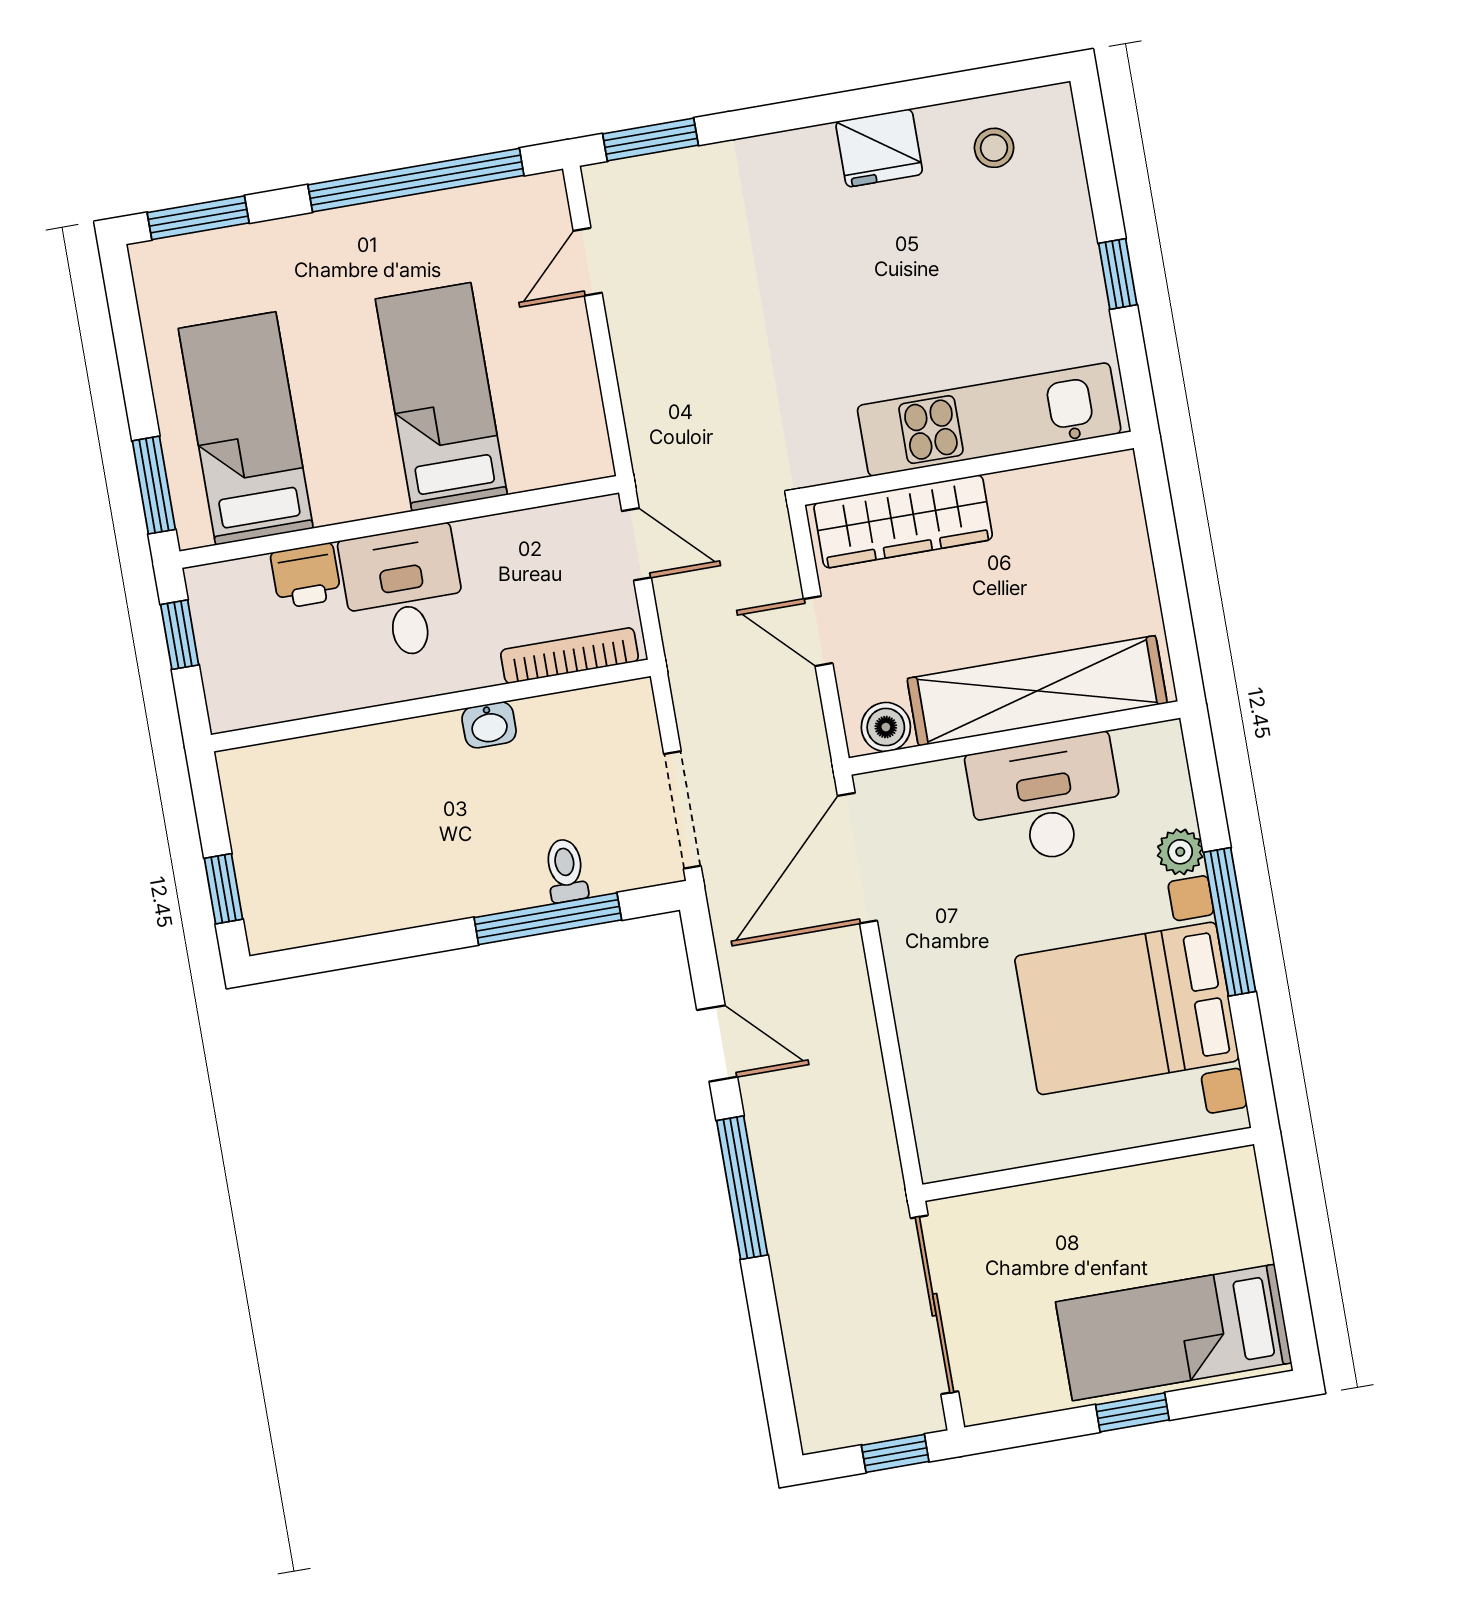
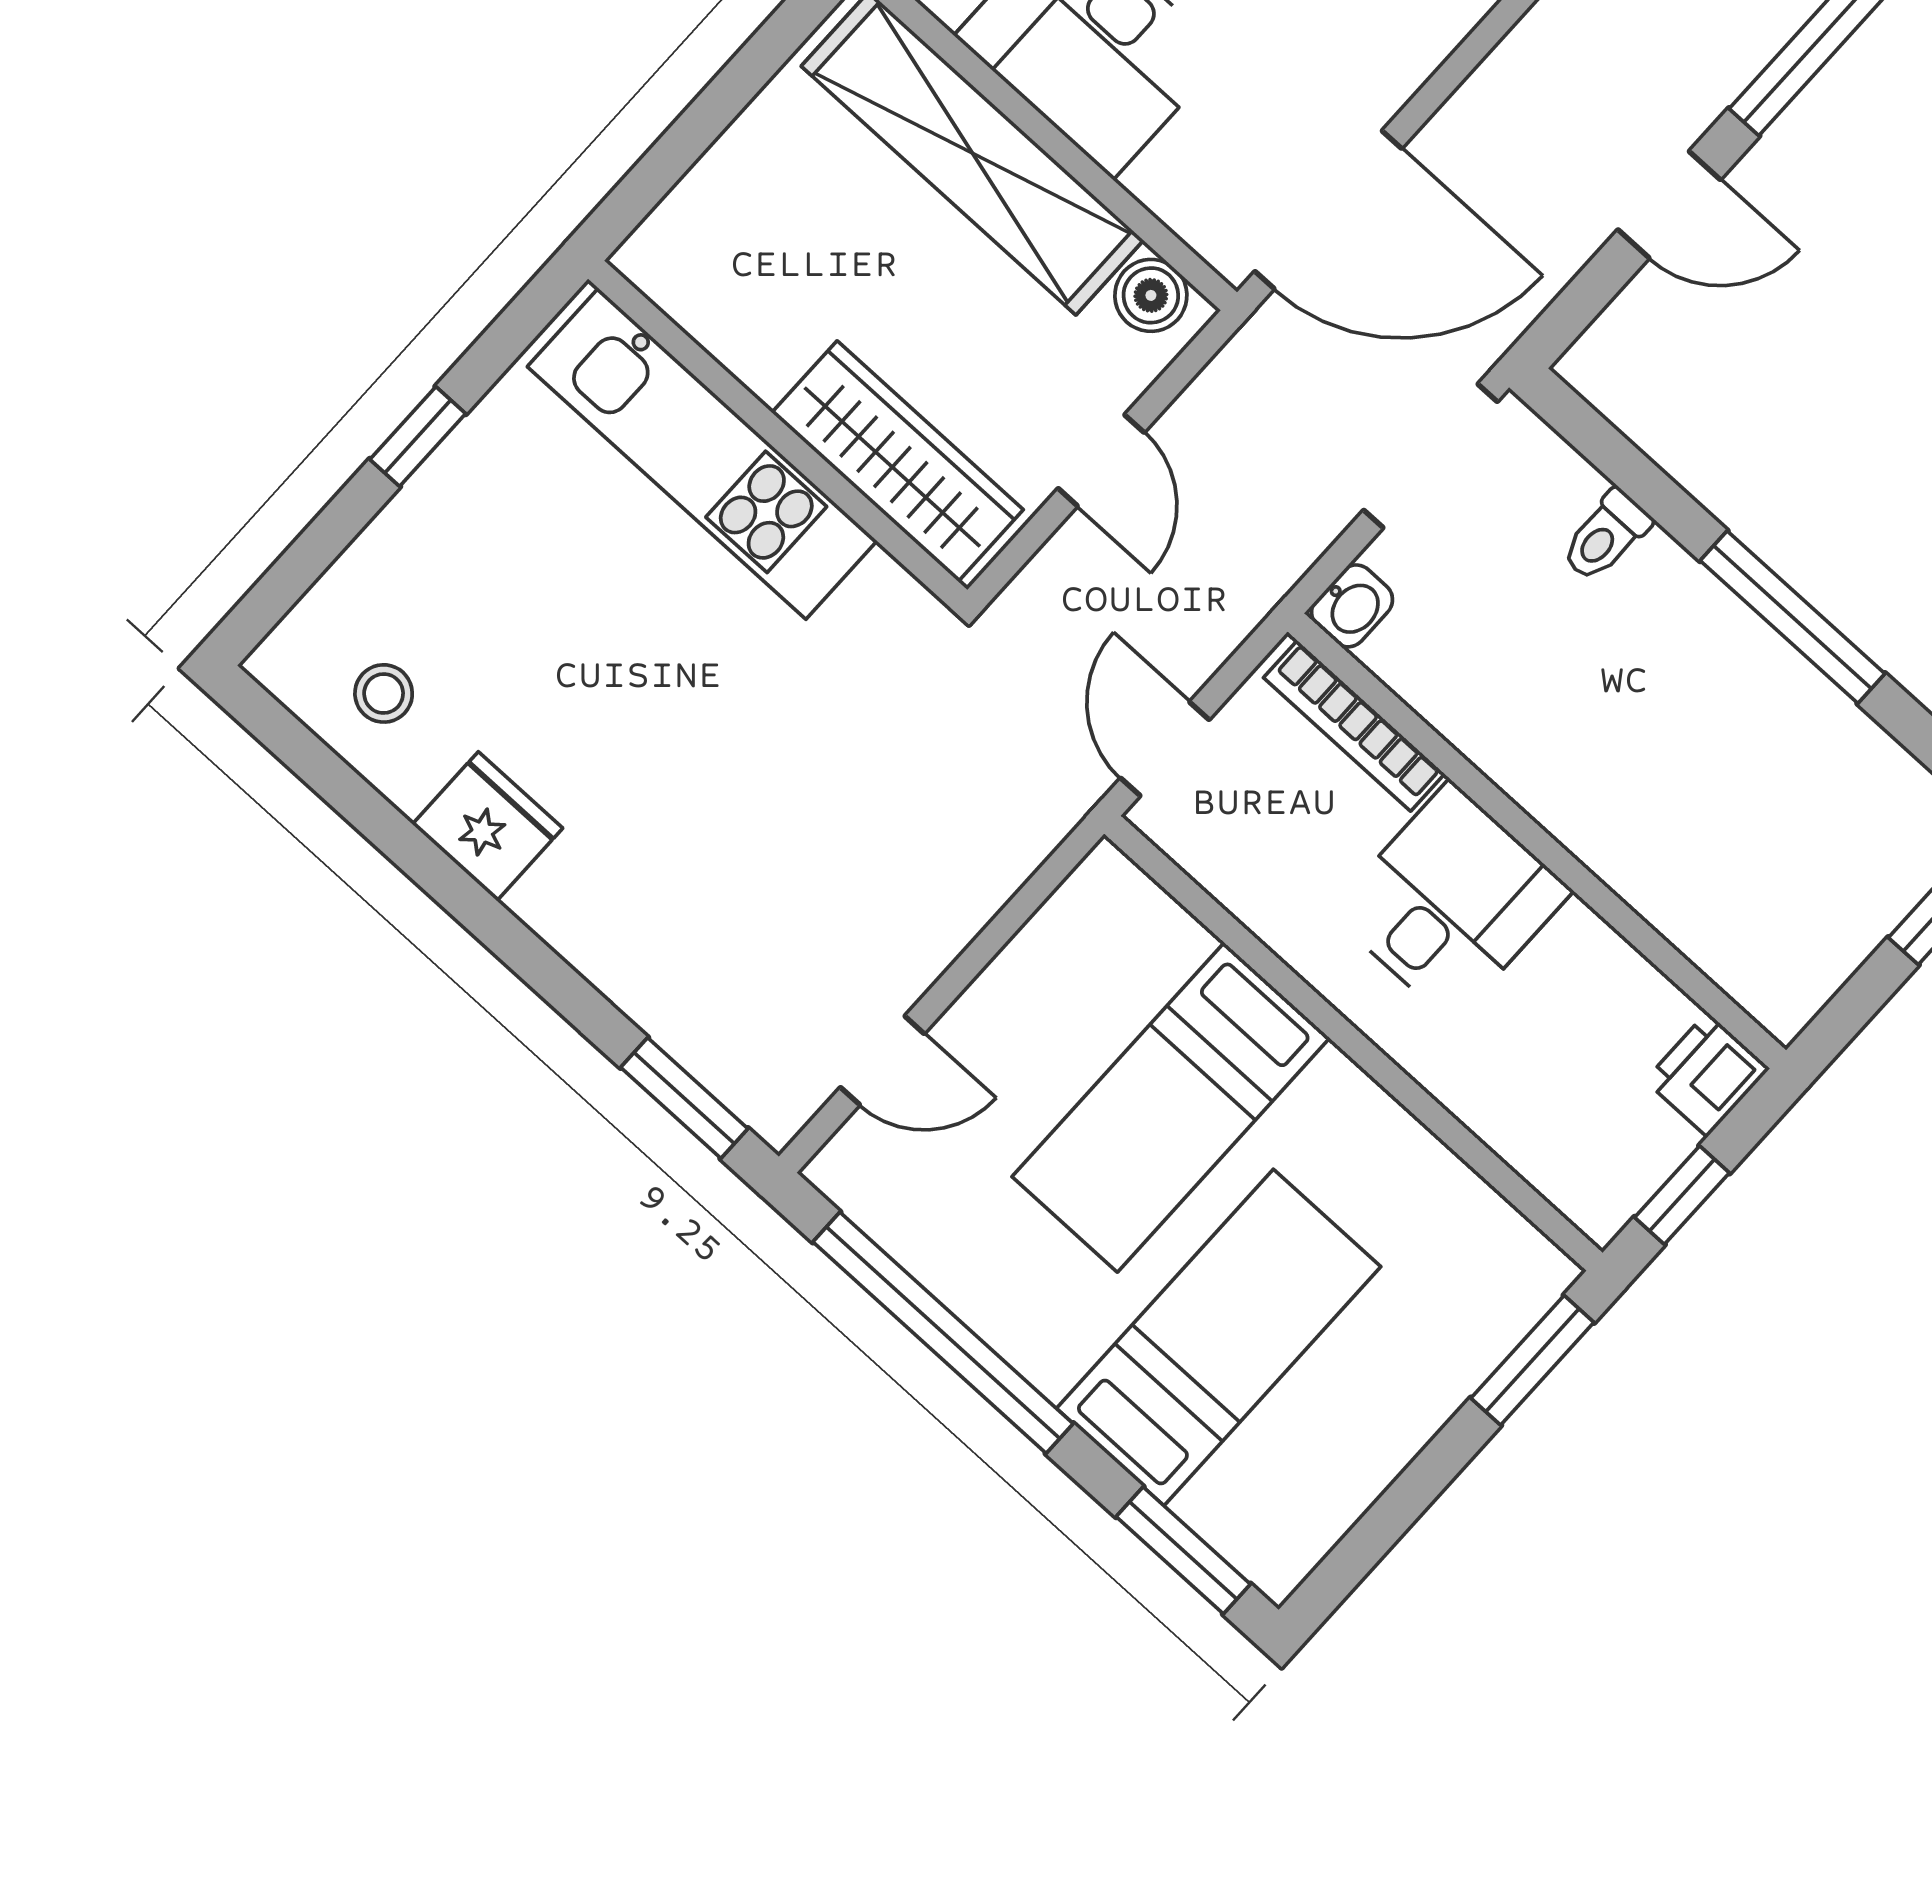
bed: (246, 428) -> (1219, 1337), moved, turned 180
printer: (306, 576) -> (1707, 1074), moved, turned -90
desk: (404, 592) -> (1451, 902), moved, turned 180
washbasin: (489, 725) -> (1352, 606), moved, turned 90
window: (548, 919) -> (1793, 617), moved
door: (717, 1043) -> (1669, 205), swing flipped

